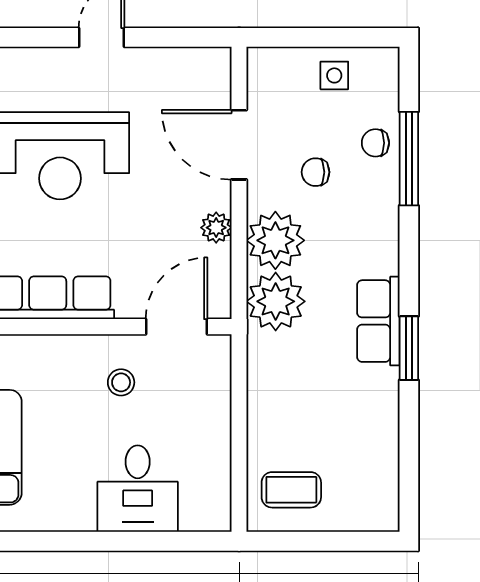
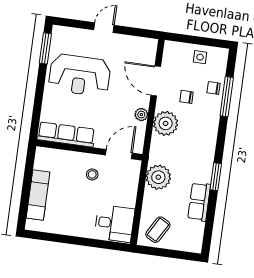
plant: (276, 301) -> (158, 177), moved
row of seats: (378, 321) -> (199, 202), moved
desk: (138, 489) -> (114, 223), moved, turned -90
coffee table: (291, 490) -> (158, 230), turned -60

